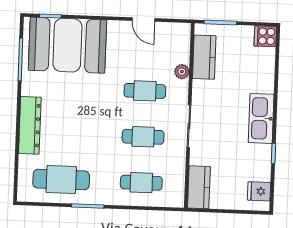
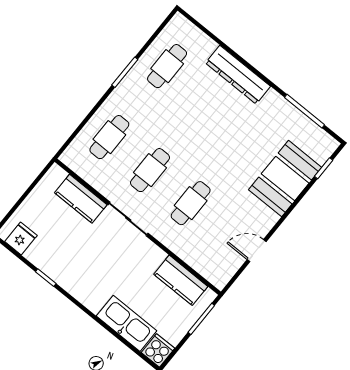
booth: (67, 45) -> (285, 179), width x0.73, depth x0.70
plant: (182, 72) -> (183, 250), removed
kitchen sink: (261, 118) -> (127, 323), moved
cafe table: (61, 180) -> (167, 66), width x0.73, depth x0.74
kitchen counter: (199, 187) -> (81, 199), moved

